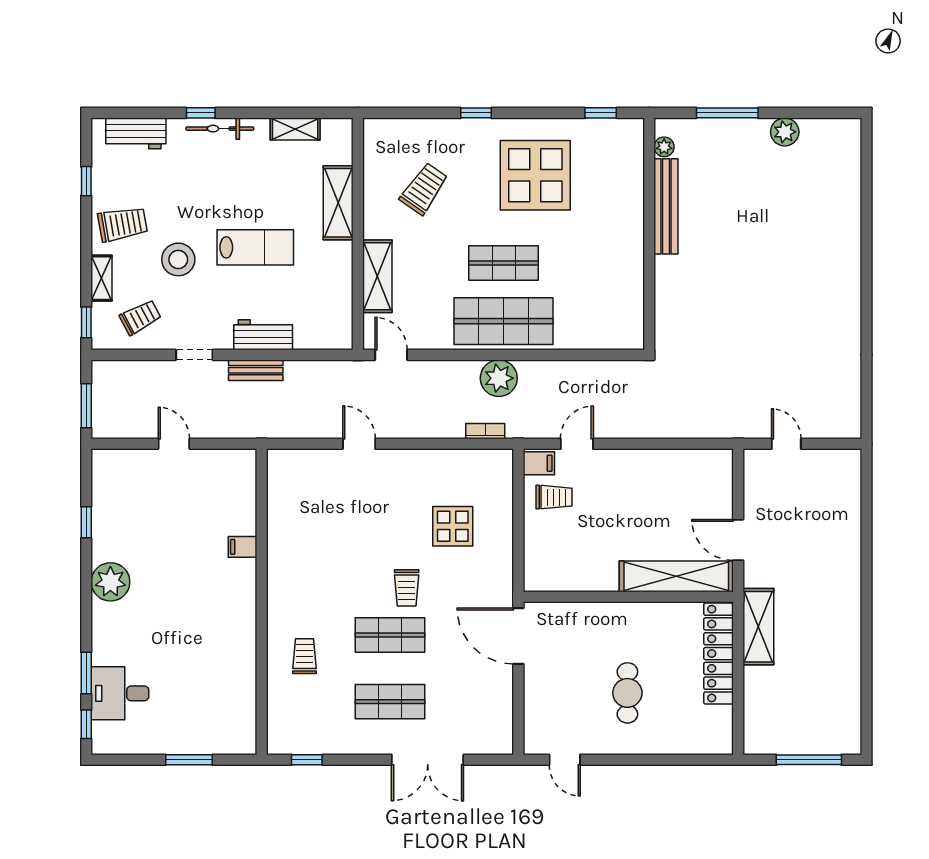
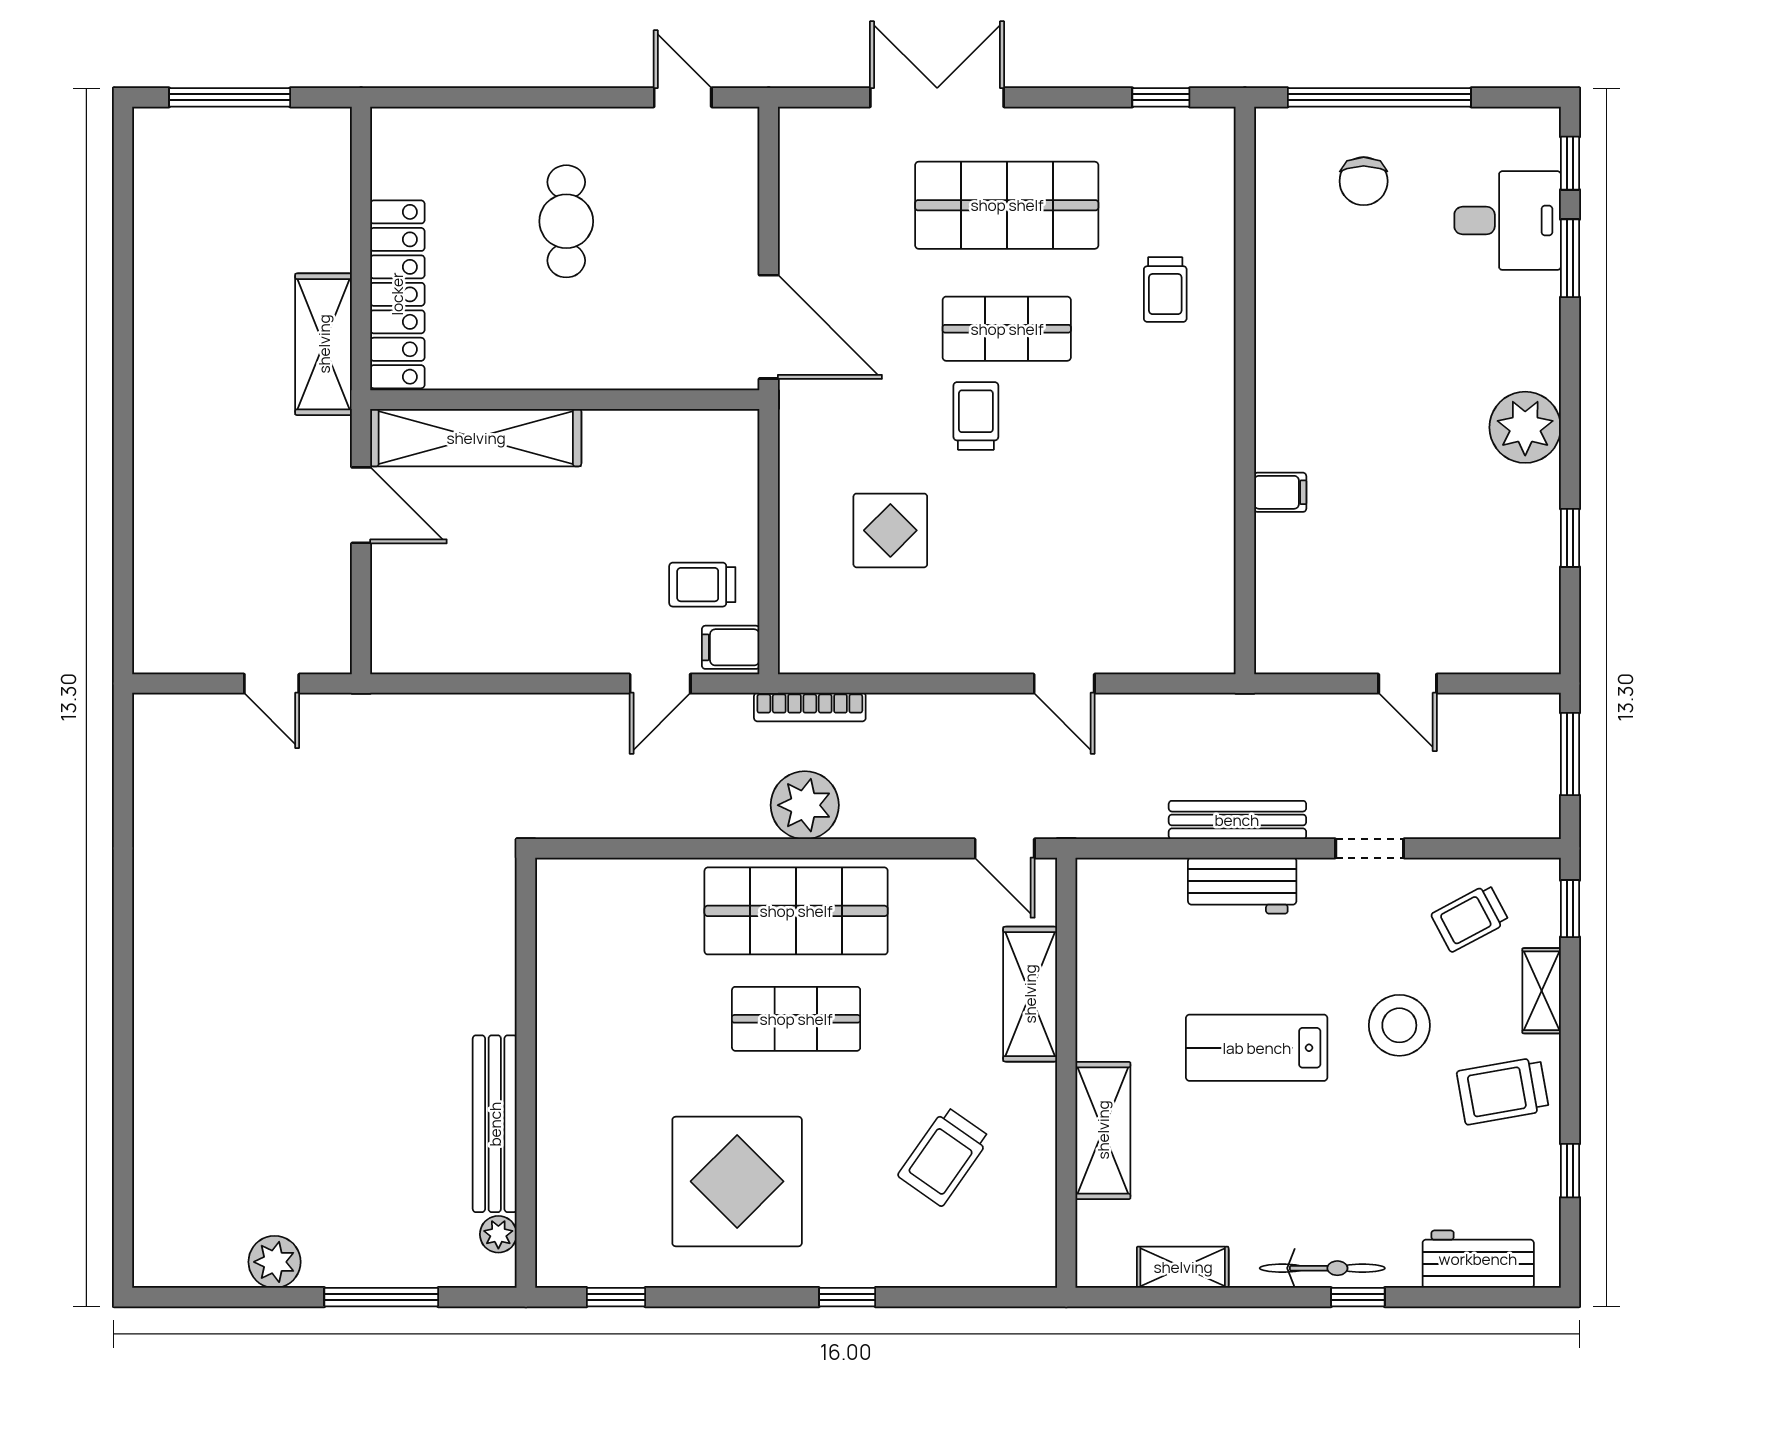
bench: (256, 370) -> (1237, 820), width x1.36
bookcase: (485, 431) -> (810, 707), width x1.56
shop shelf: (390, 702) -> (1007, 205), width x1.43, depth x1.36
chair: (198, 715) -> (1364, 181), added
window: (189, 760) -> (1379, 97), width x2.11

